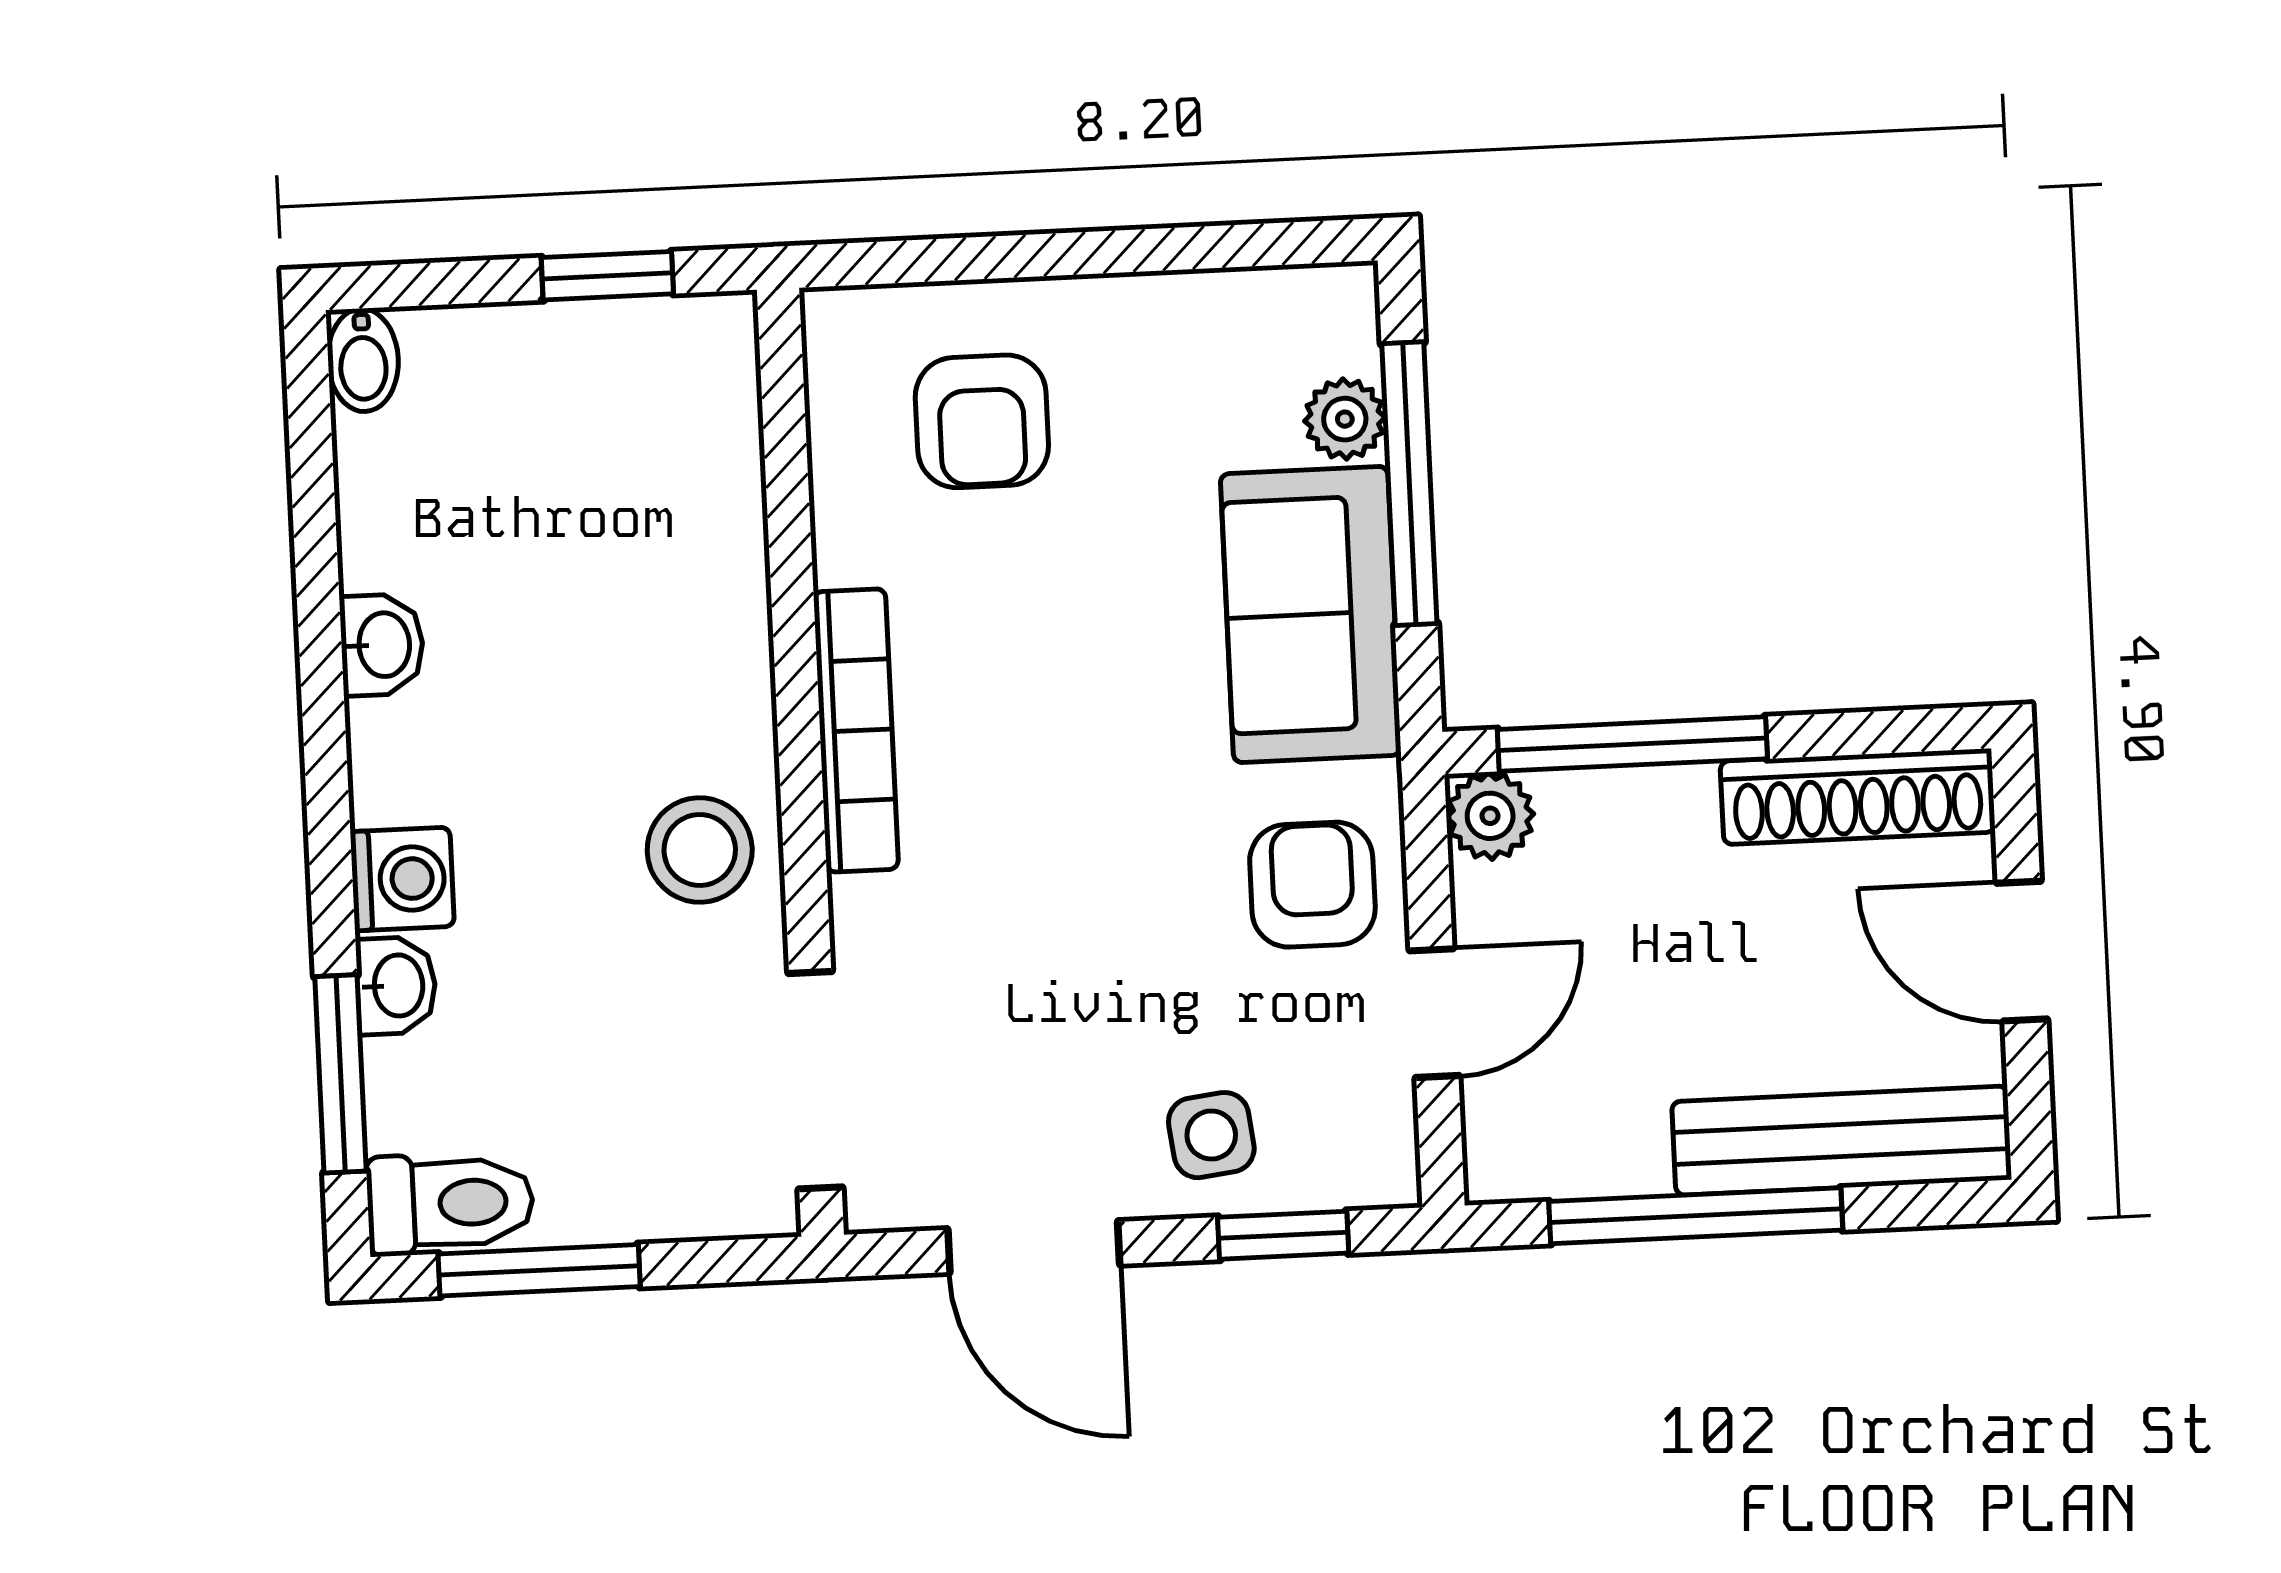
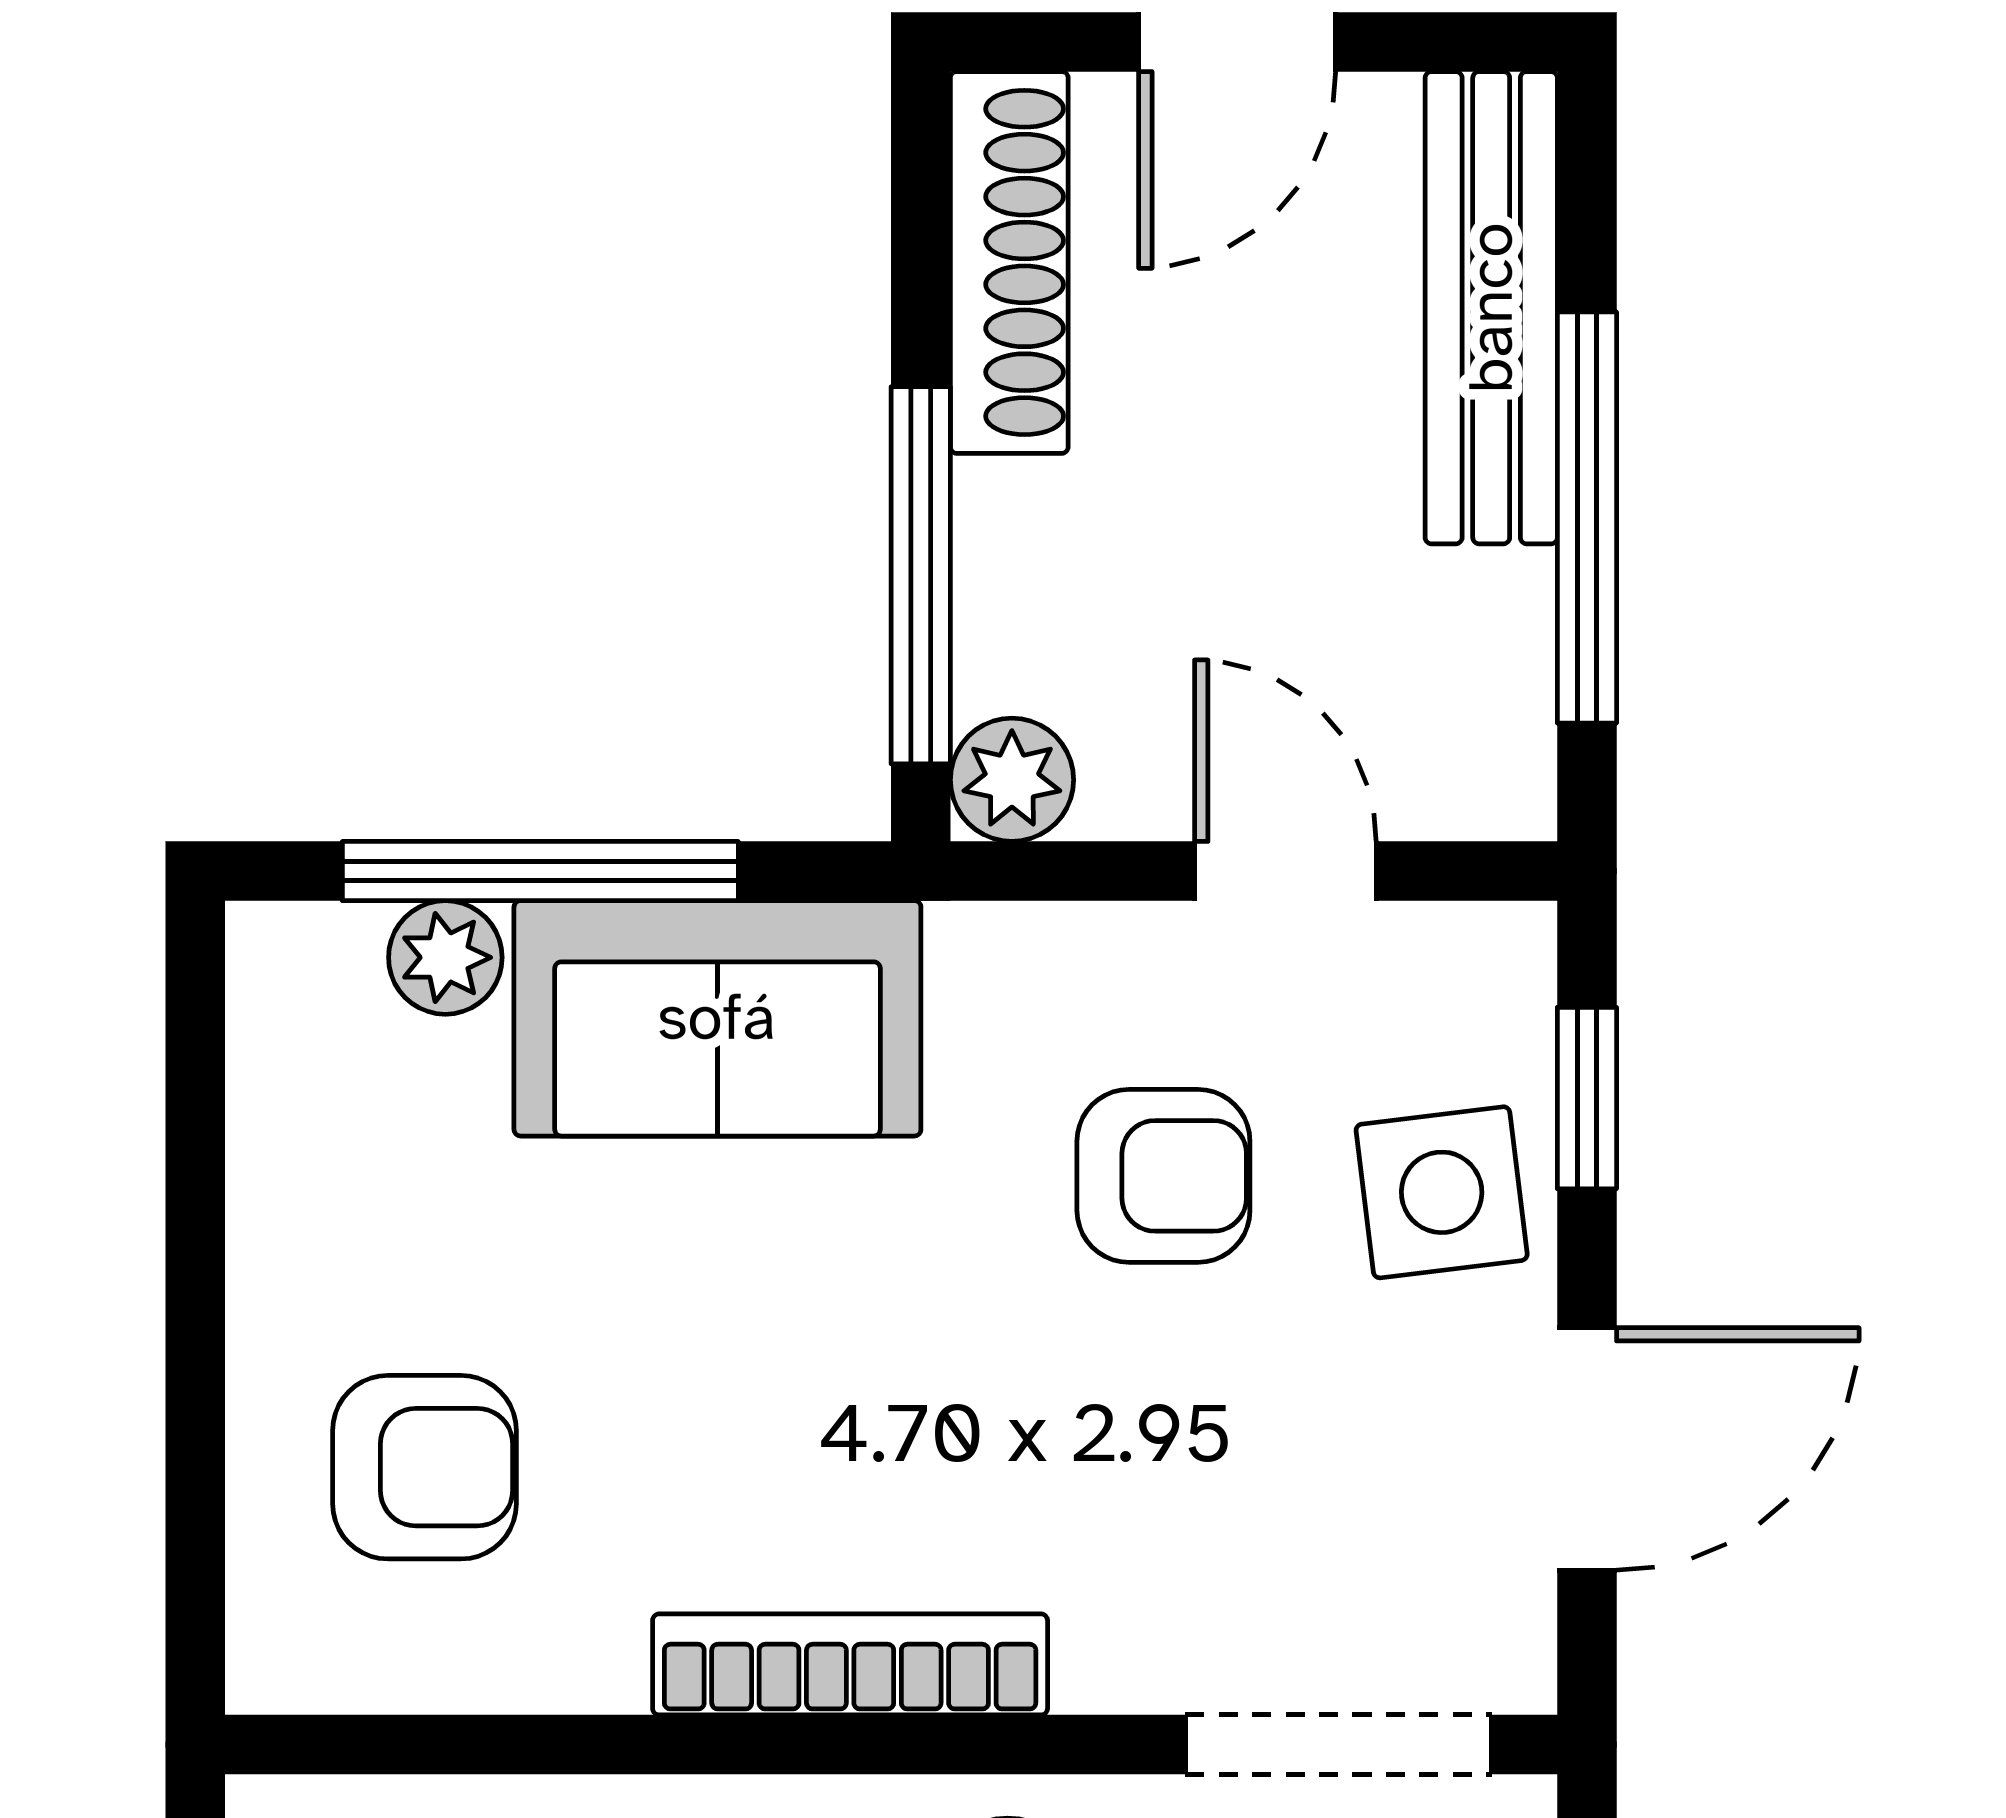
armchair: (1312, 885) -> (1163, 1176), moved, turned 180
side table: (1211, 1135) -> (1442, 1192), width x1.37, depth x1.37

